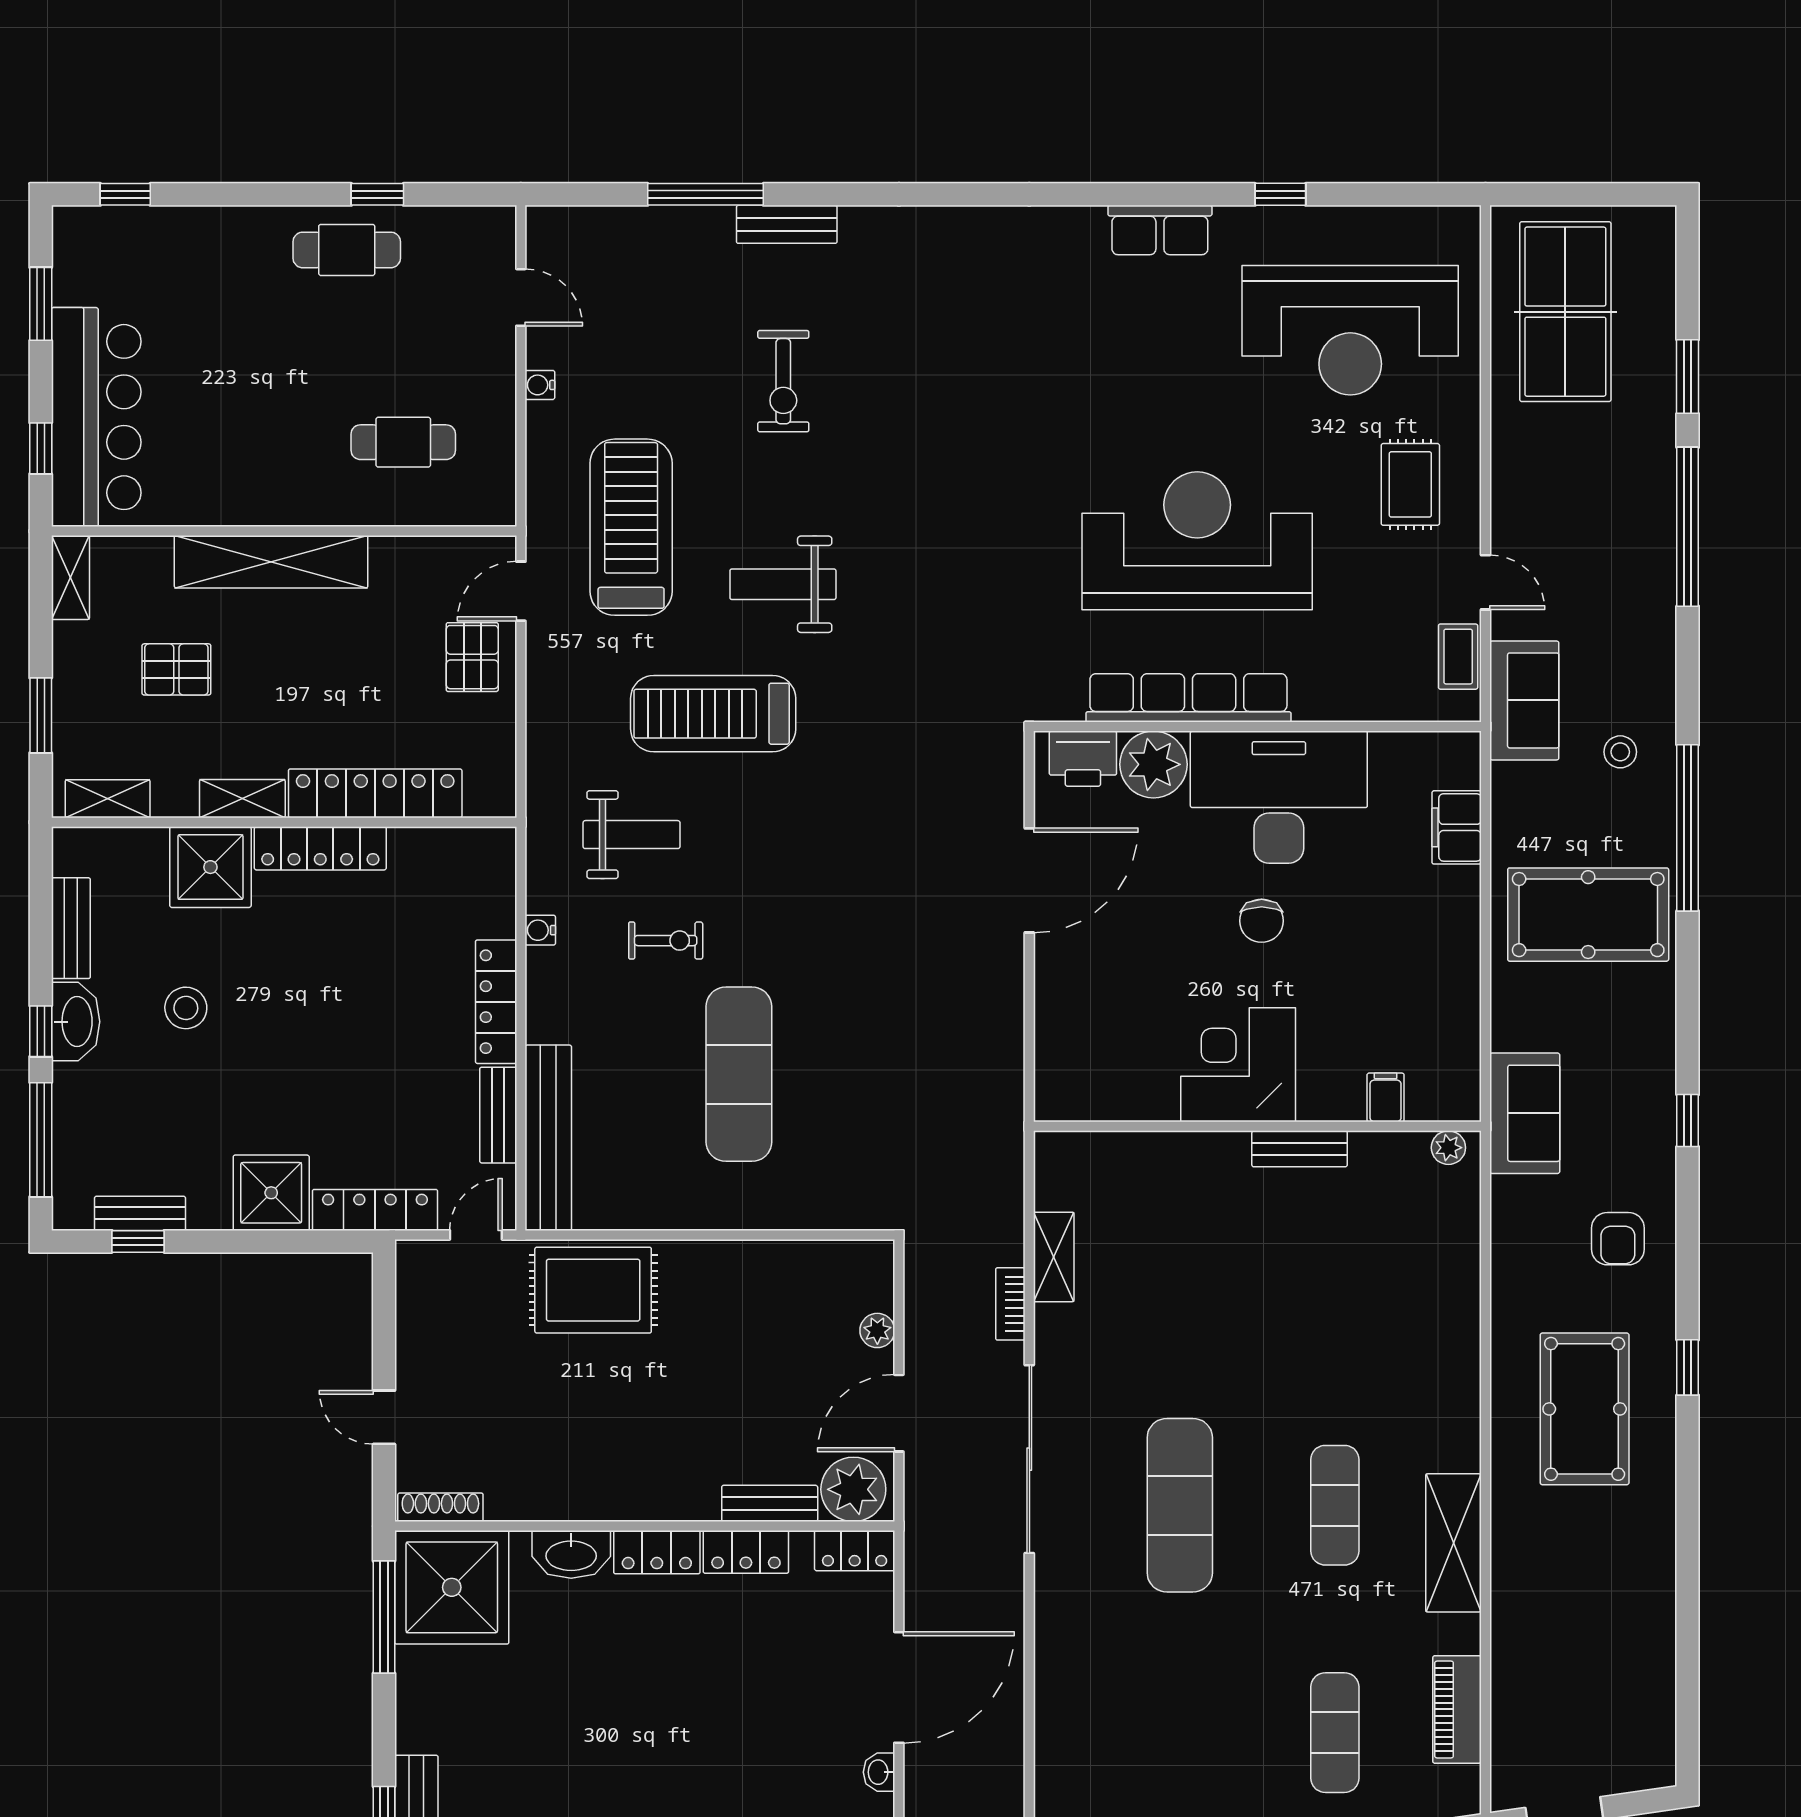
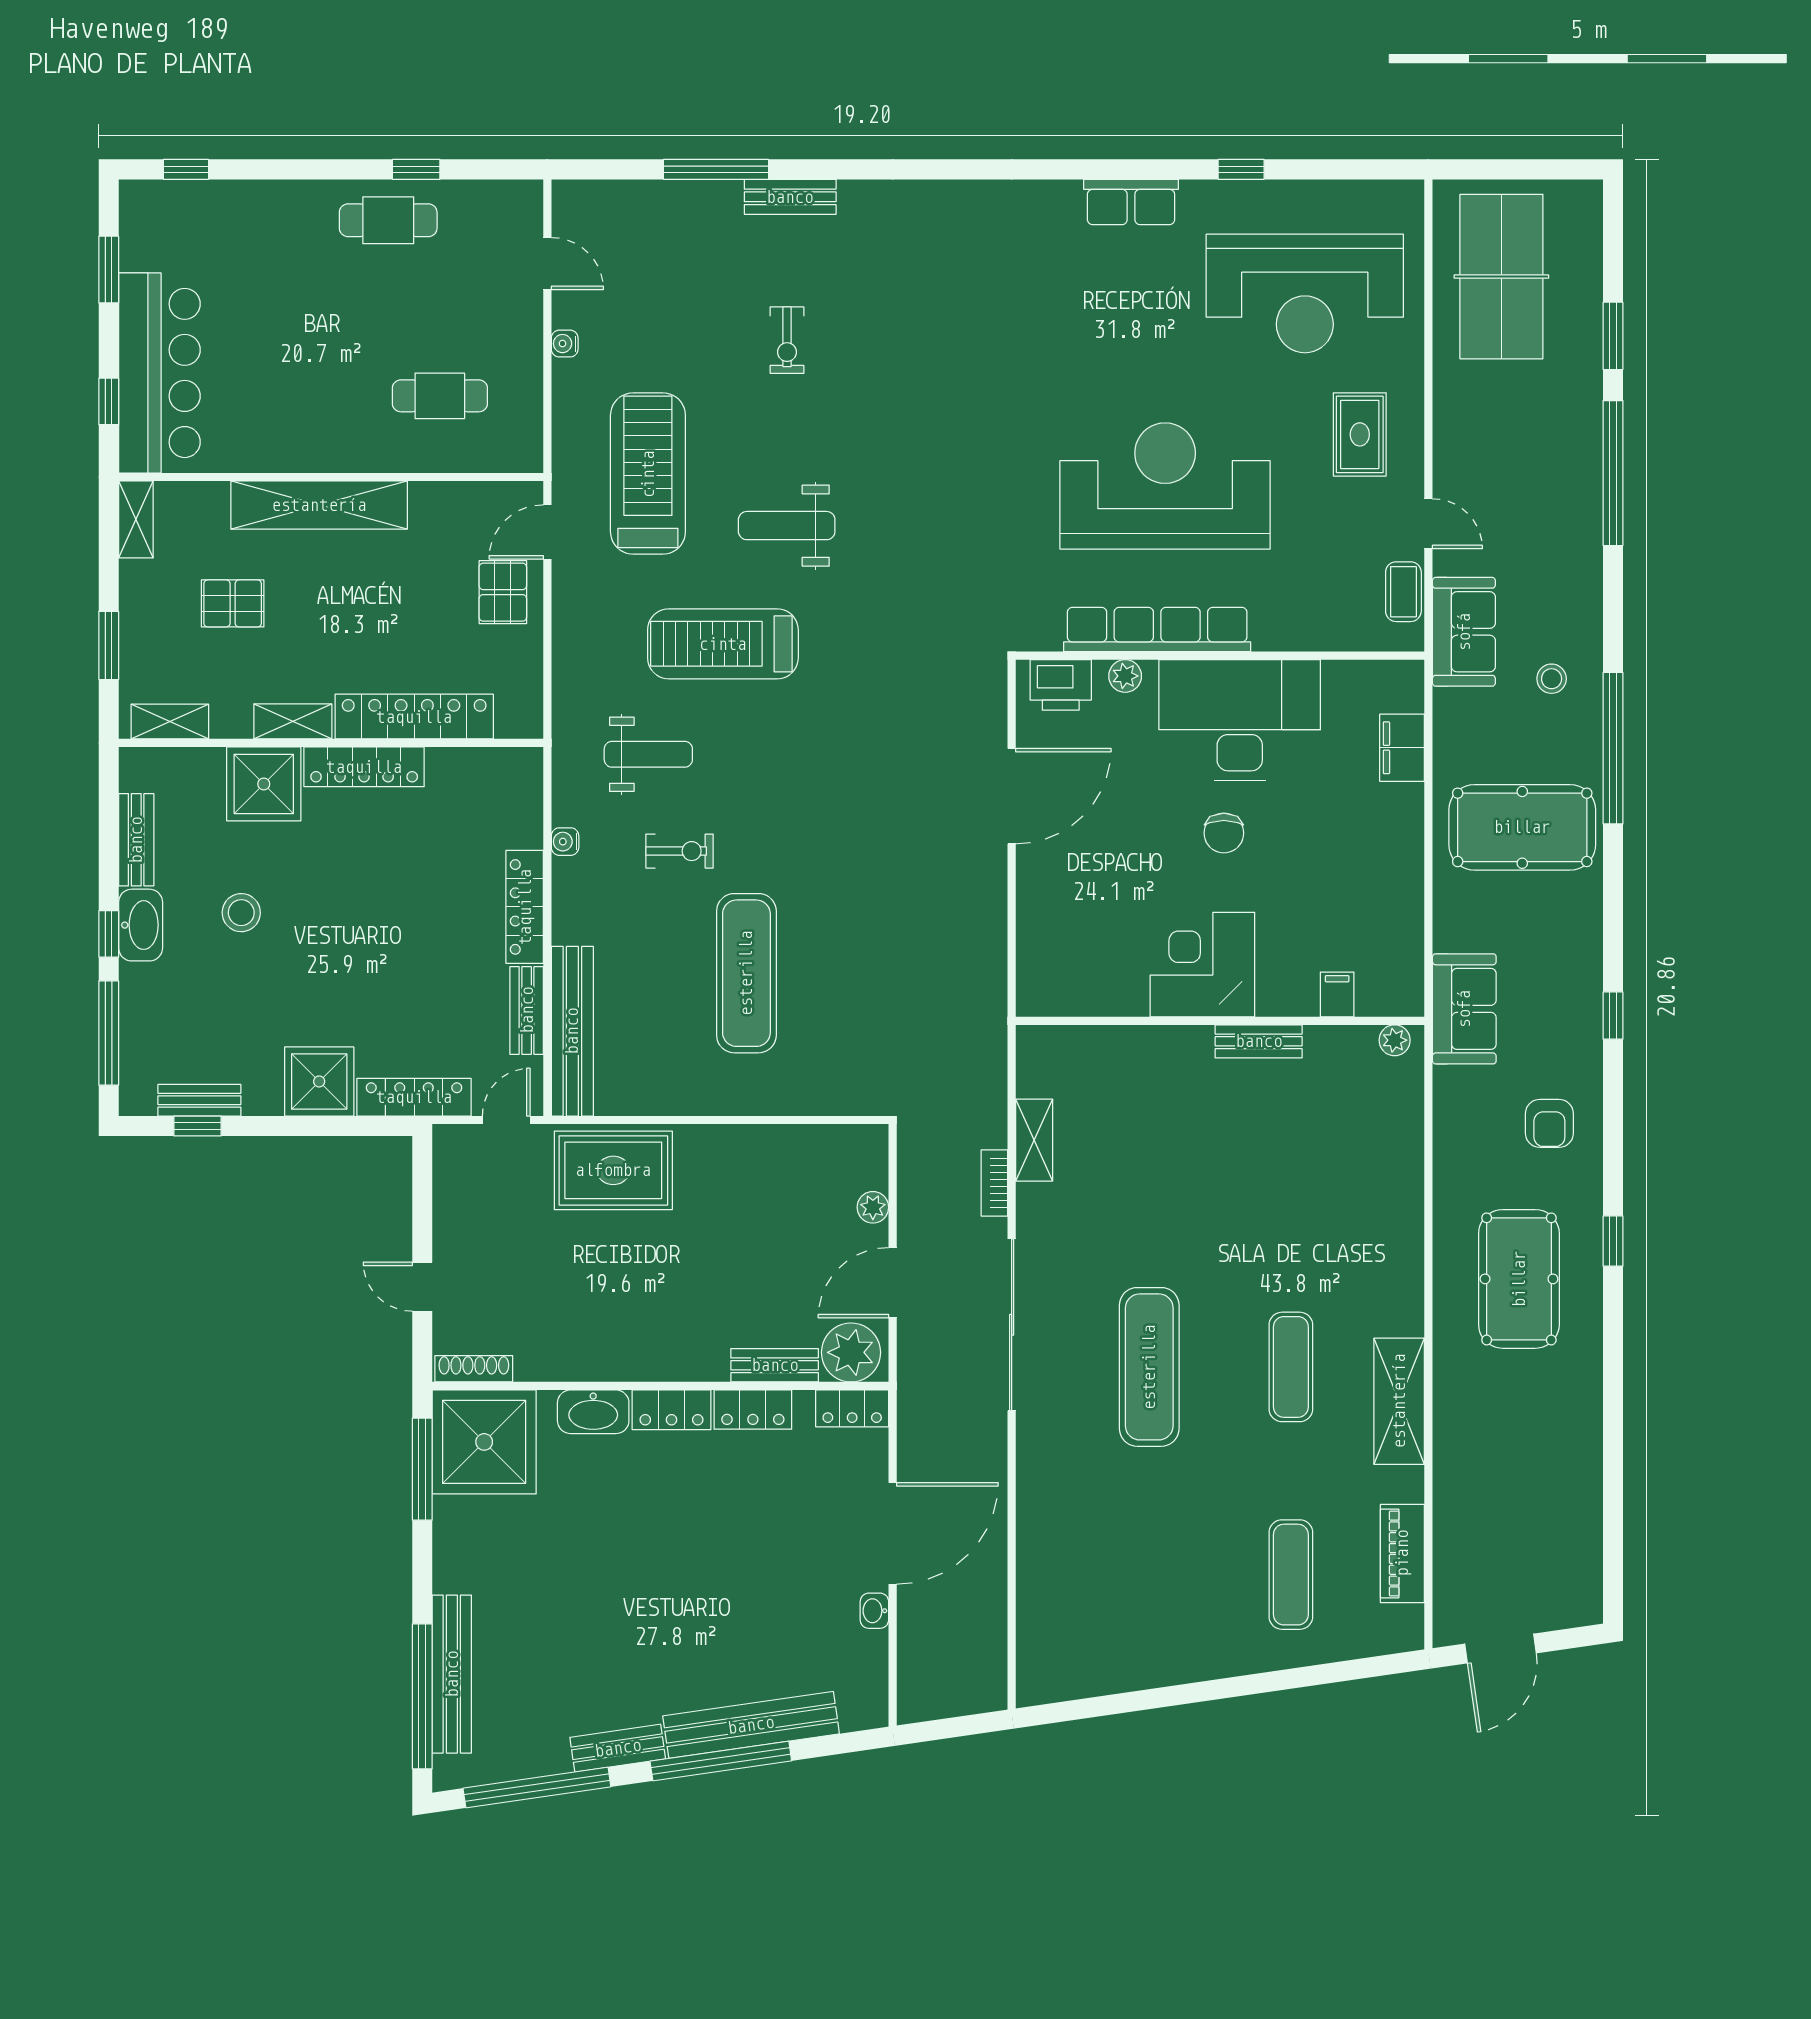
exercise bike: (783, 381) -> (787, 340), width x0.73, depth x0.72
plant: (1153, 764) -> (1125, 676), width x0.53, depth x0.53

